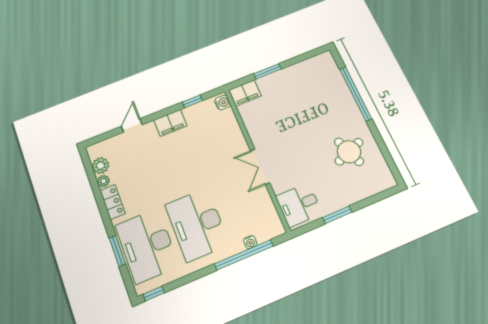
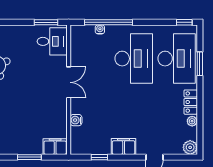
water cooler: (223, 102) -> (76, 120), moved
plant: (100, 166) -> (190, 147), moved
window: (337, 215) -> (46, 22), moved

